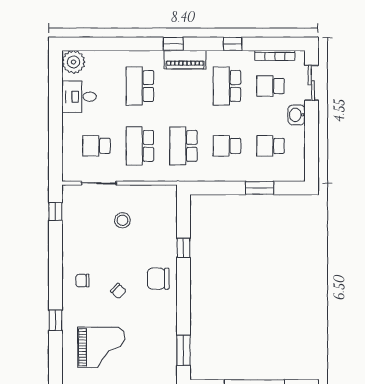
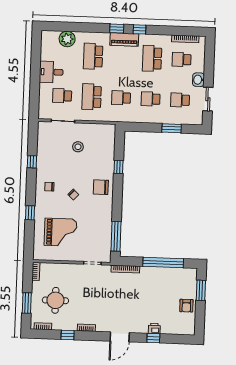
window: (233, 44) -> (139, 29), moved
plant: (73, 62) -> (67, 39), moved
sliding door: (311, 83) -> (208, 99), moved
desk: (79, 97) -> (51, 72), moved
school desk: (183, 146) -> (121, 98), width x0.54
window: (55, 211) -> (32, 162), moved
window: (183, 350) -> (116, 236), width x1.44

